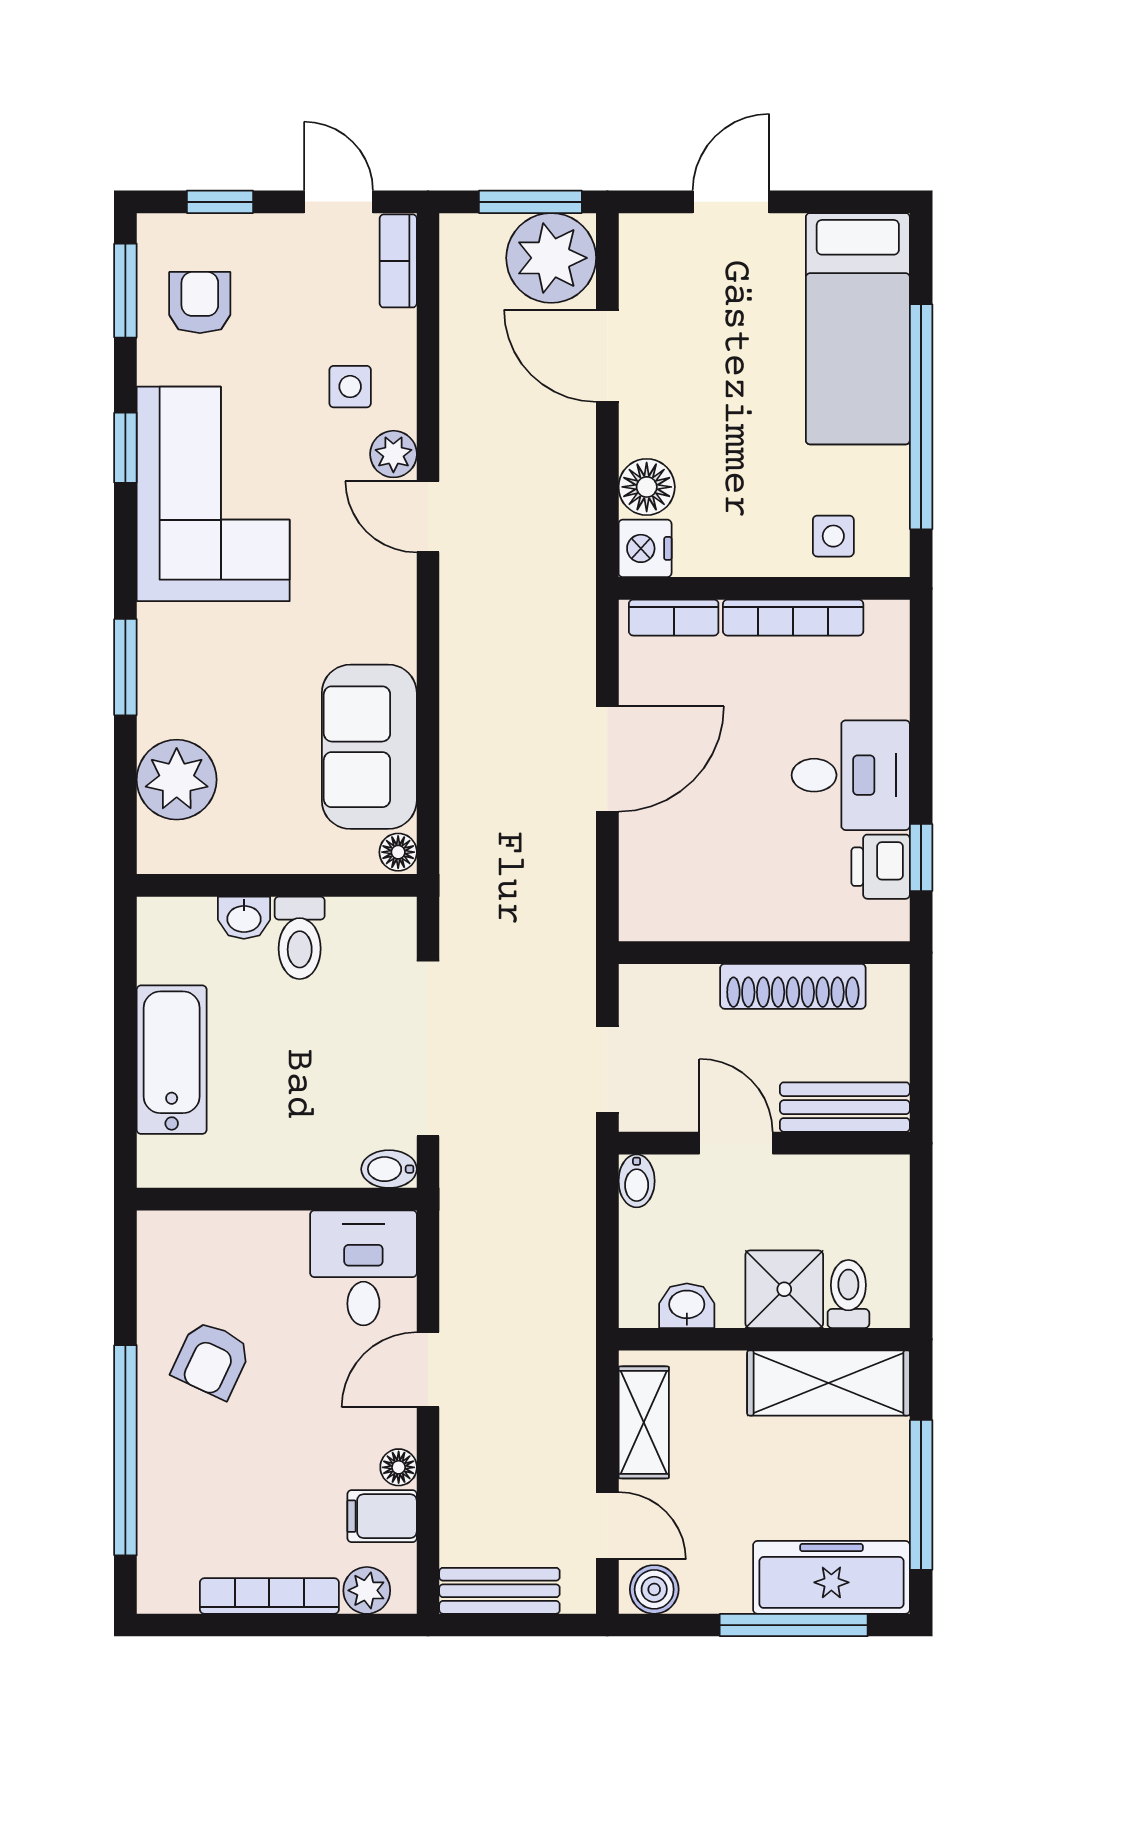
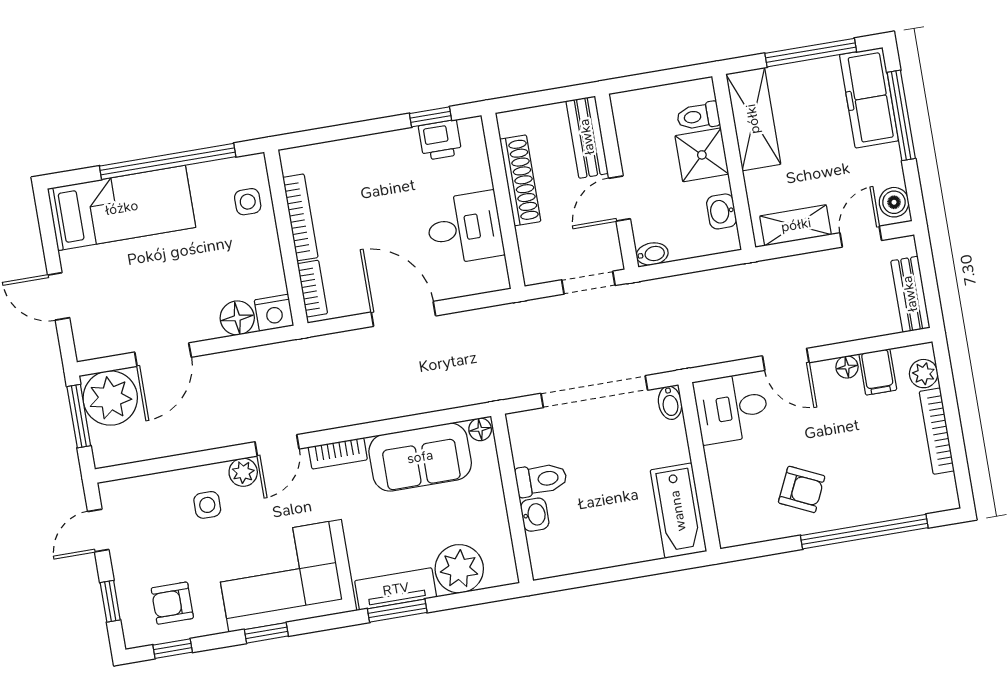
bookcase: (398, 261) -> (338, 453), moved
window: (125, 291) -> (173, 649), width x0.67
tv unit: (161, 670) -> (396, 589), added
desk: (851, 775) -> (465, 228), moved, turned 90
bathtub: (172, 1060) -> (678, 511), moved, turned -90

